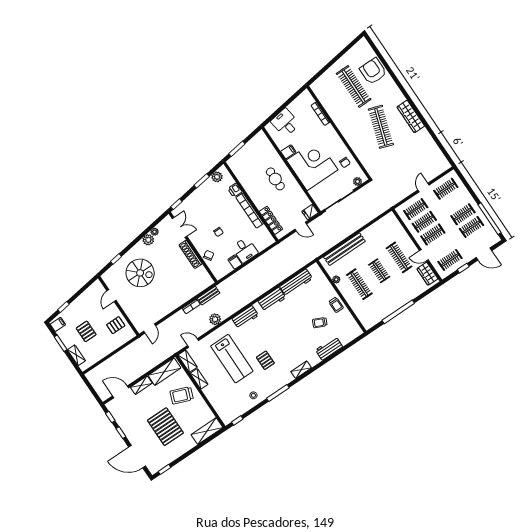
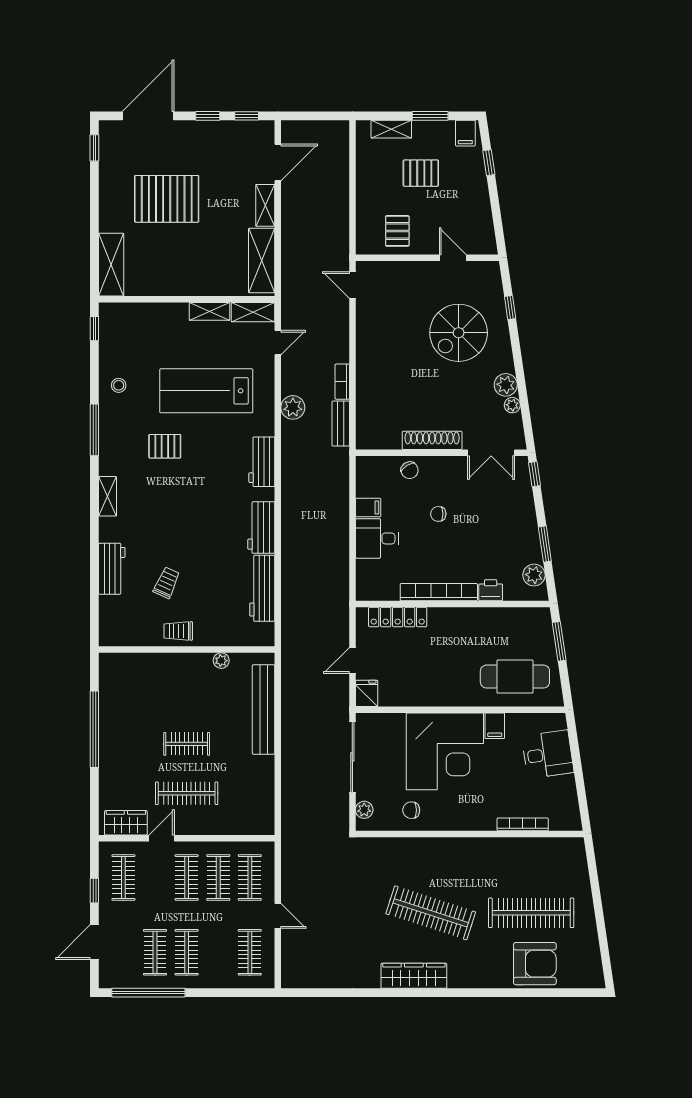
cafe table: (275, 179) -> (515, 677), moved, width x1.37, depth x1.35
clothes rail: (359, 284) -> (187, 695), removed
trolley: (182, 395) -> (201, 263), removed

